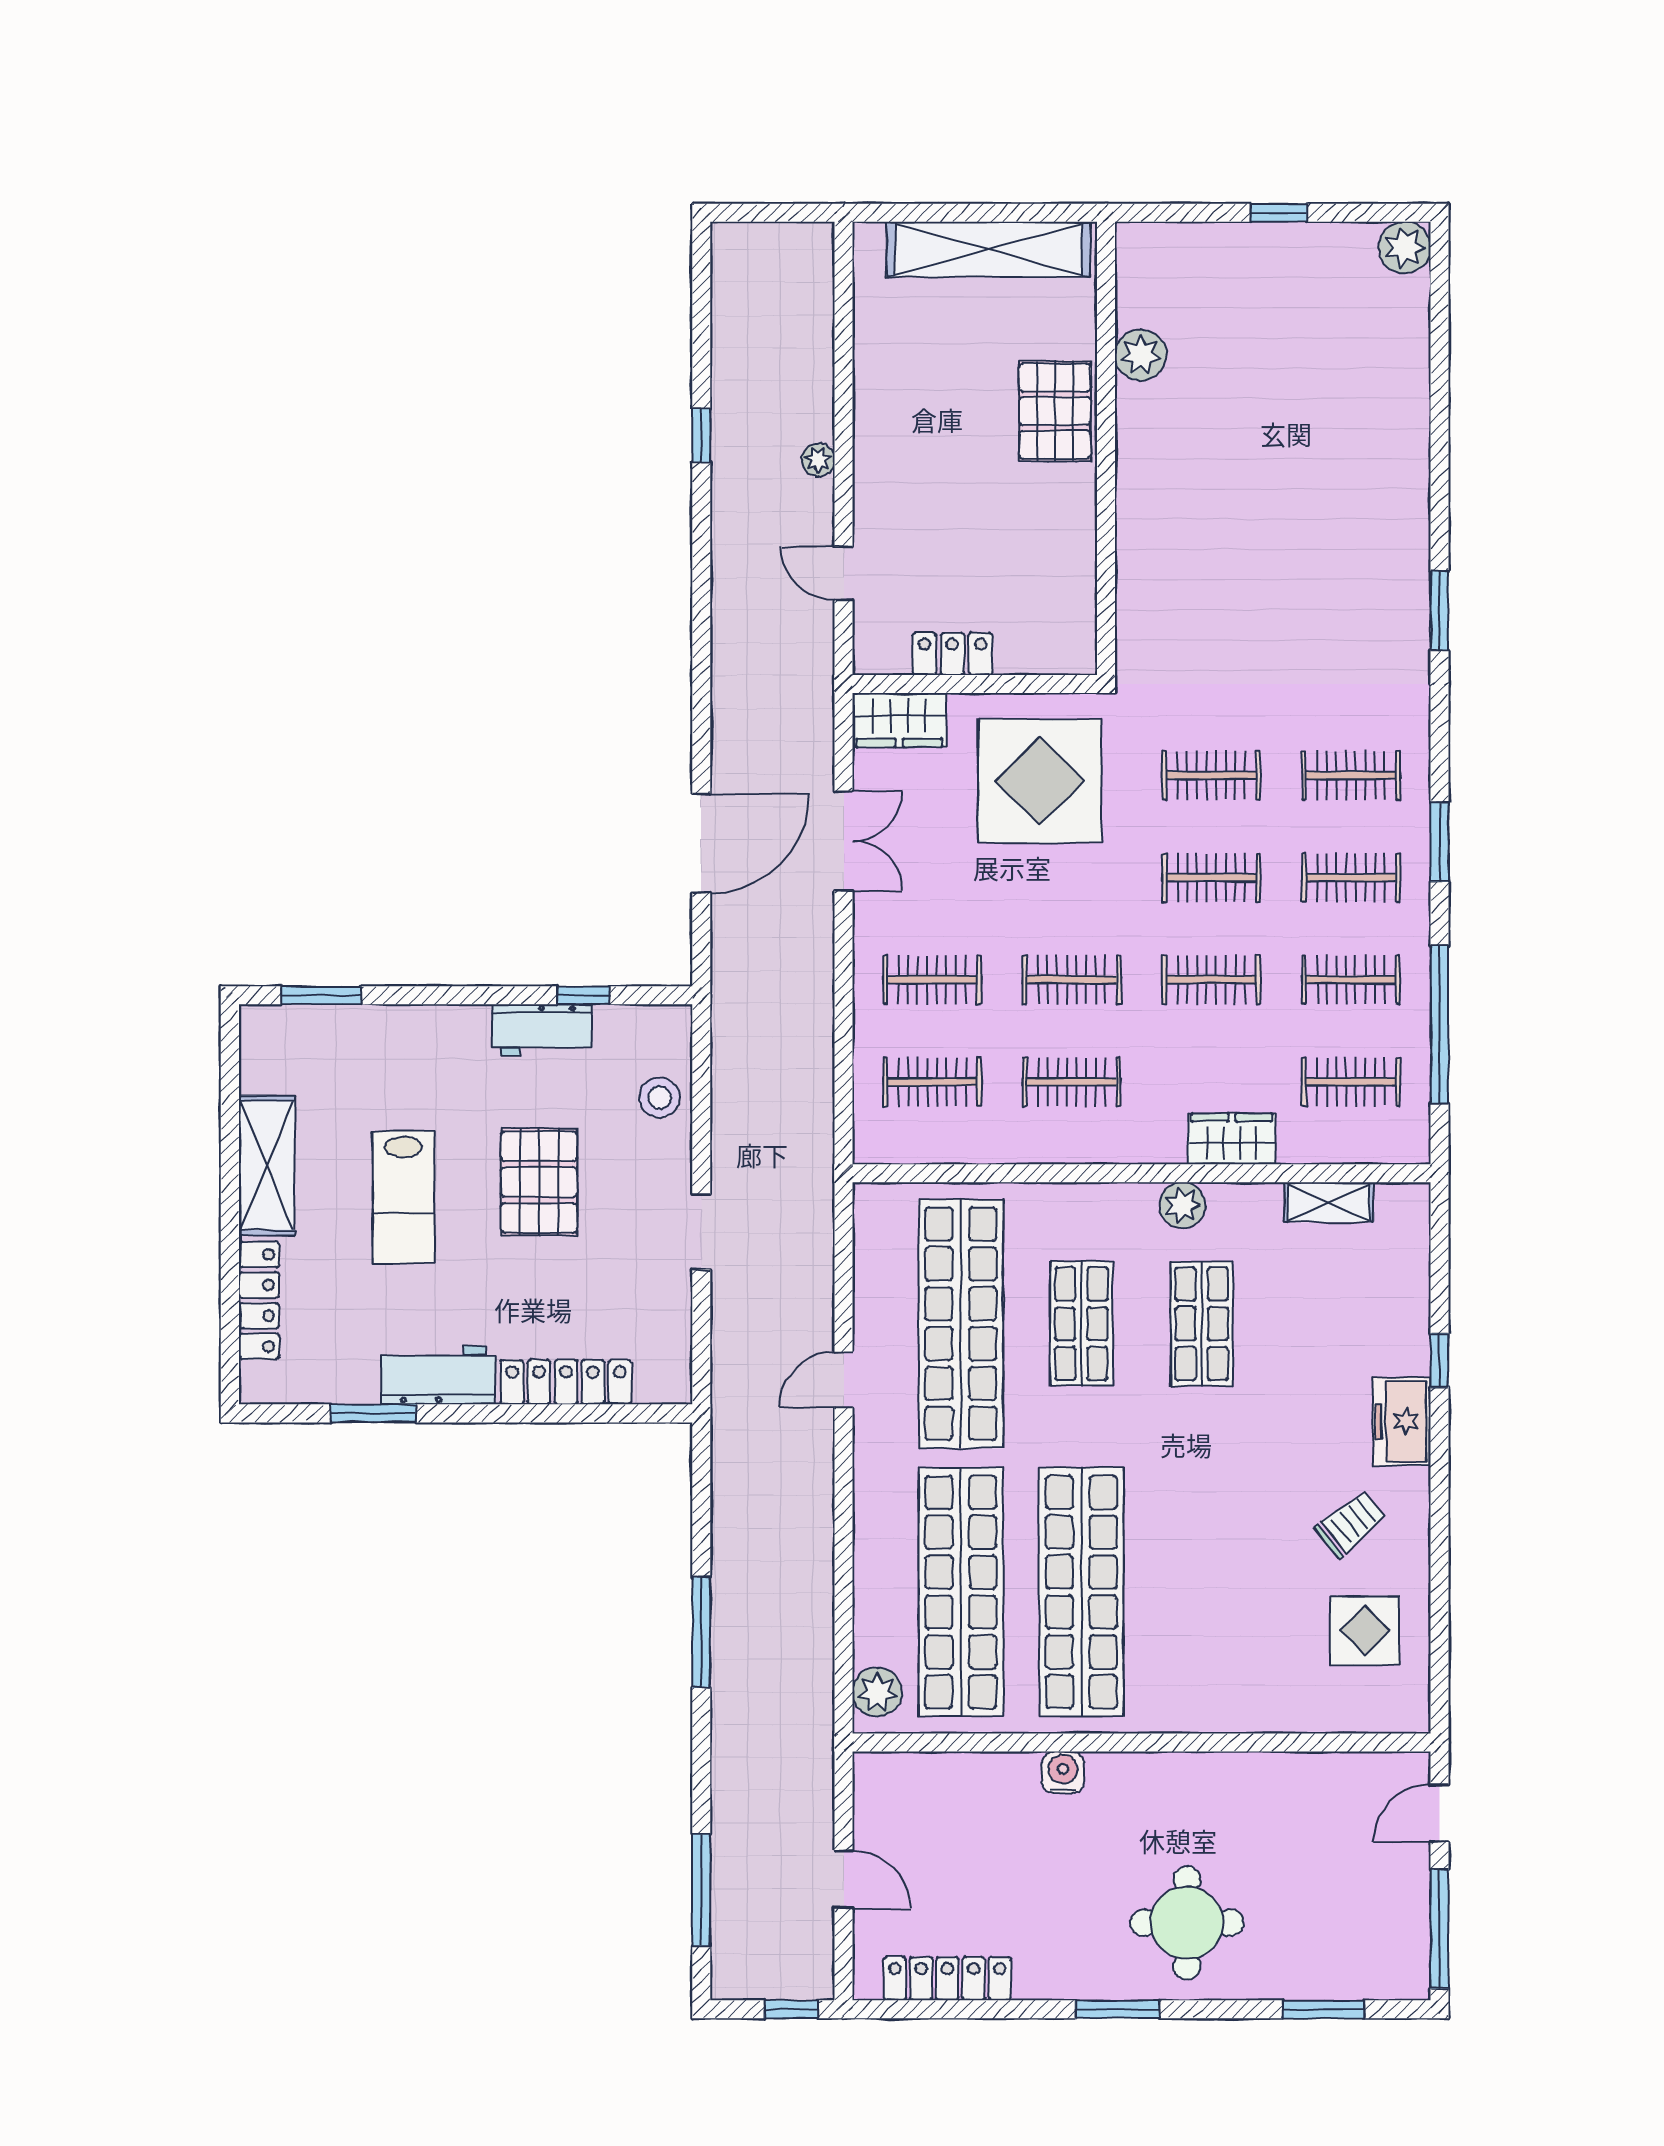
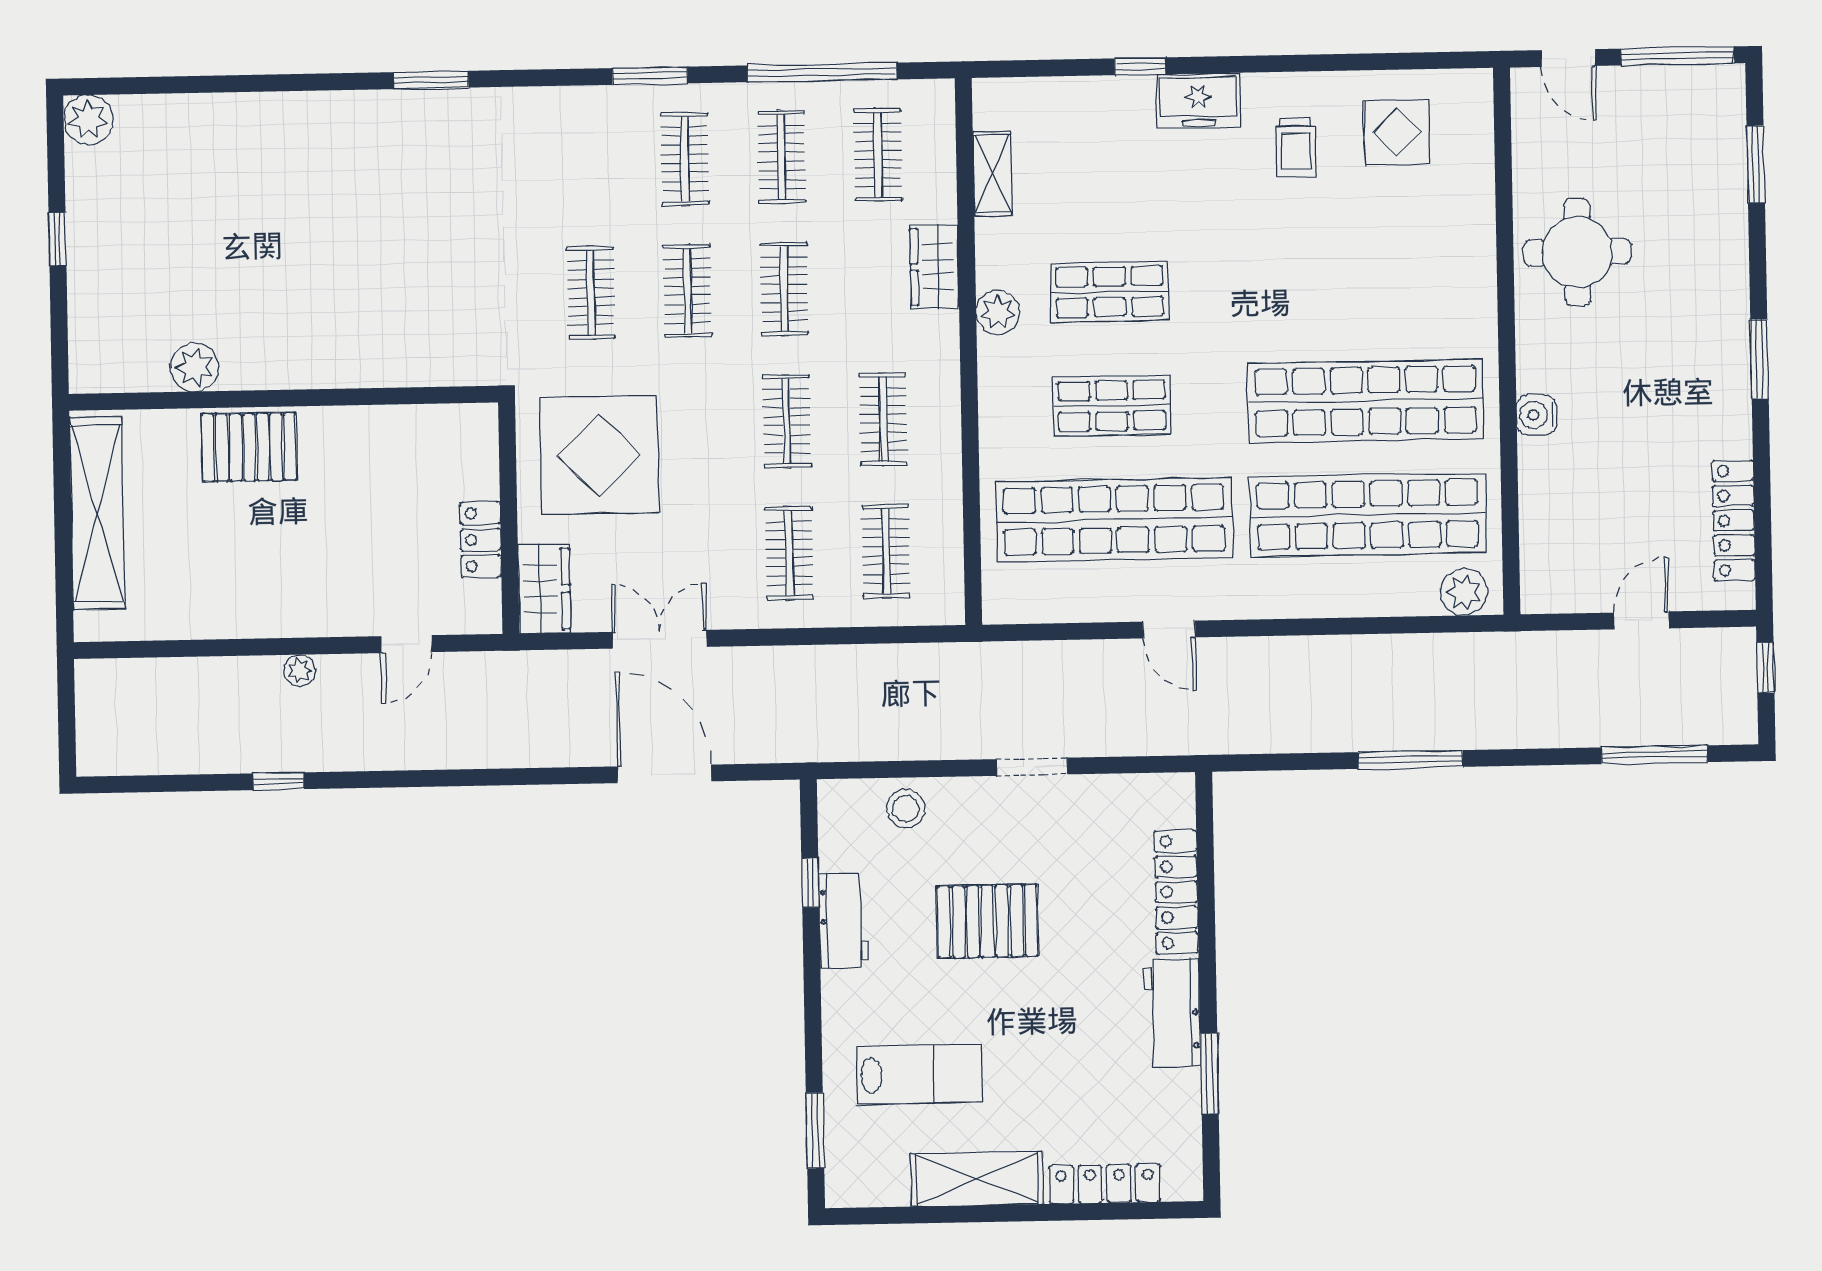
clothes rail: (1351, 775) -> (588, 161), removed
lab bench: (403, 1197) -> (919, 1074), moved
trolley: (1351, 1523) -> (1296, 147), turned -141
round table: (1187, 1923) -> (1577, 252), moved

